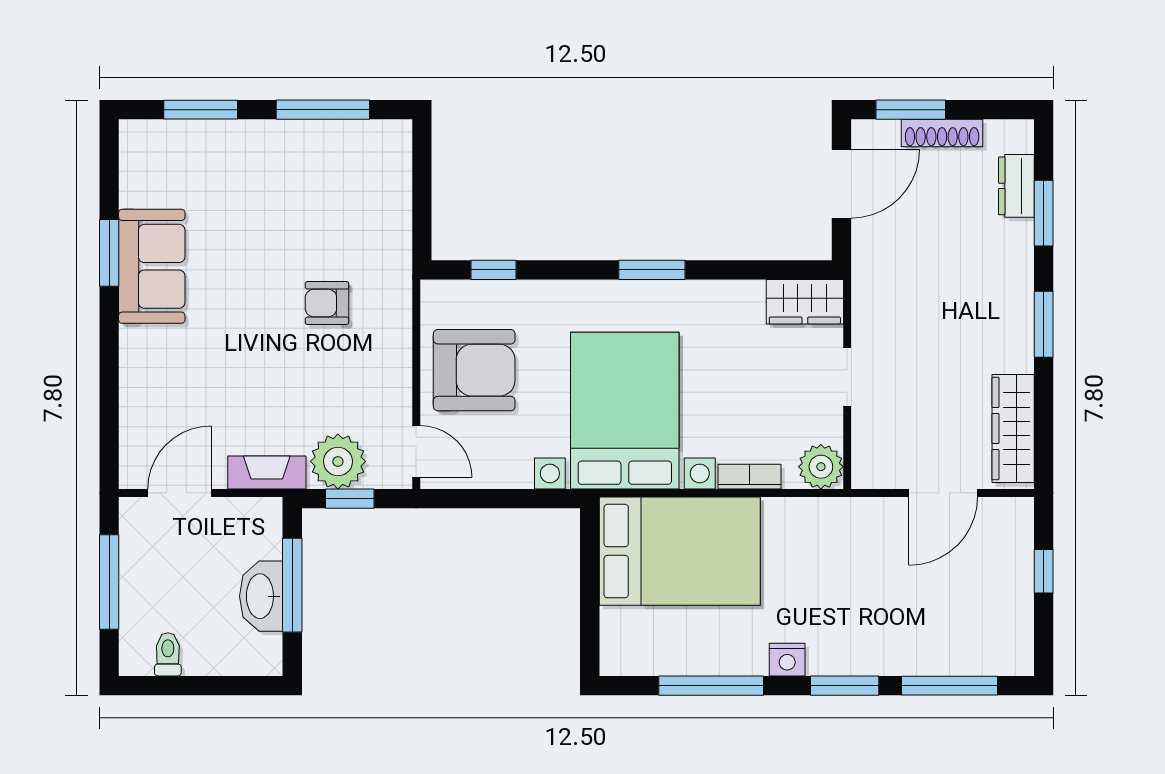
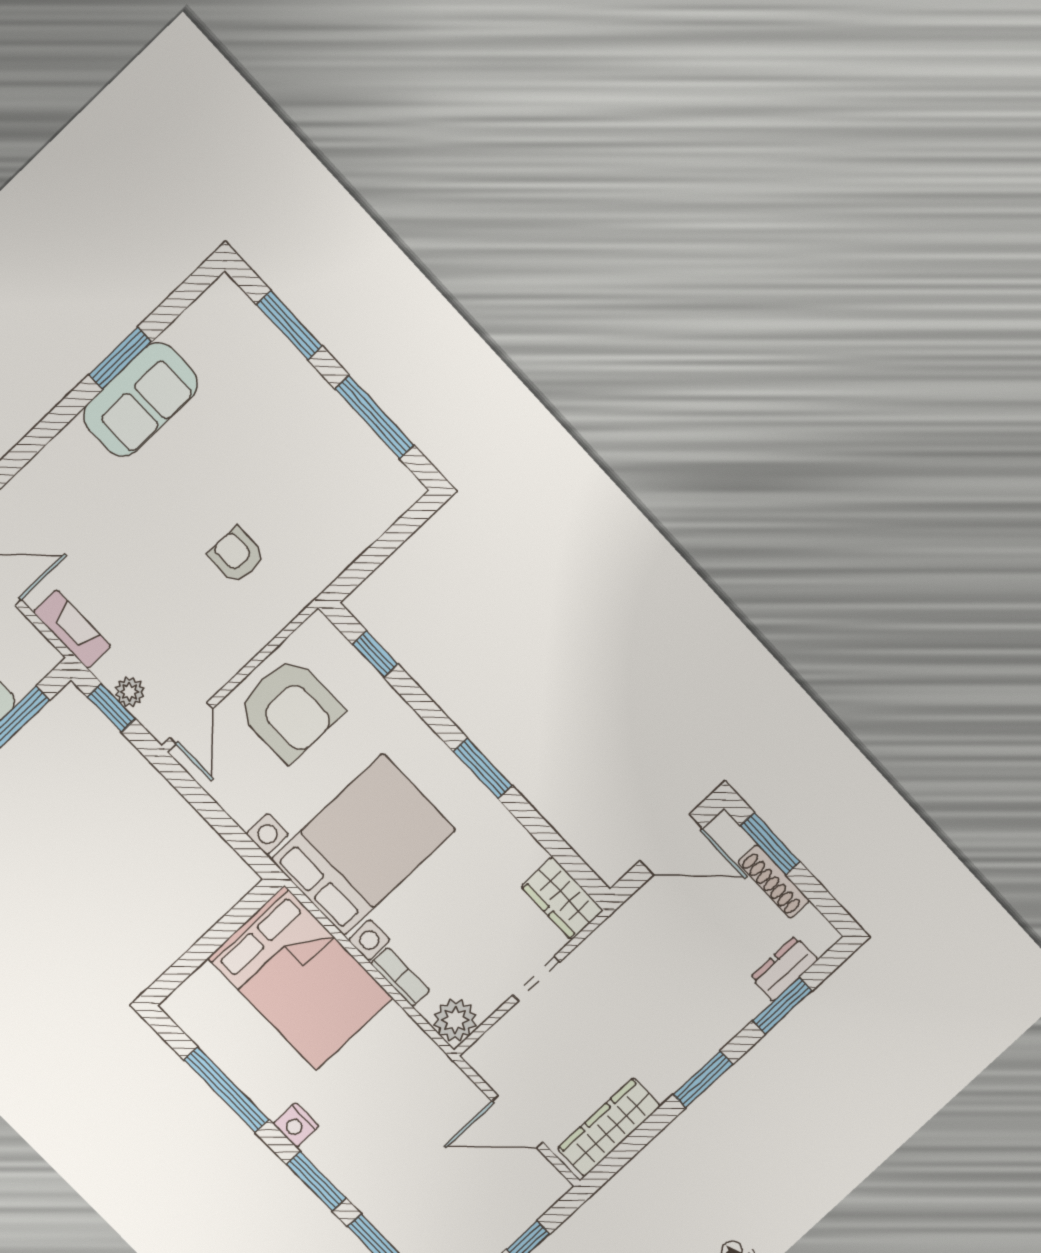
plant: (338, 461) -> (130, 692), width x0.53, depth x0.53

